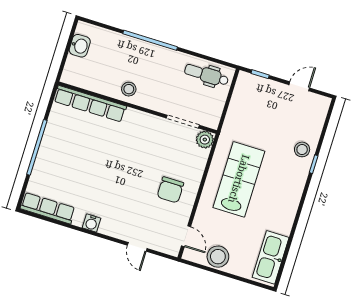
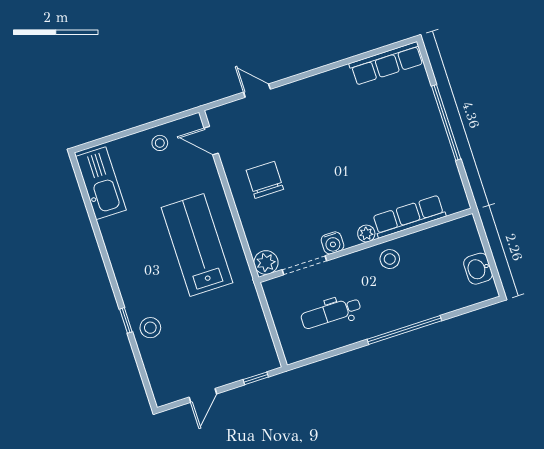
dental chair: (207, 75) -> (331, 313), moved, turned 180
row of seats: (90, 104) -> (409, 217), width x0.73
plant: (132, 114) -> (366, 234), added
lab bench: (239, 179) -> (197, 245), turned 180
water cooler: (91, 223) -> (332, 243), moved, turned 180
stool: (218, 257) -> (160, 143), width x0.53, depth x0.53

